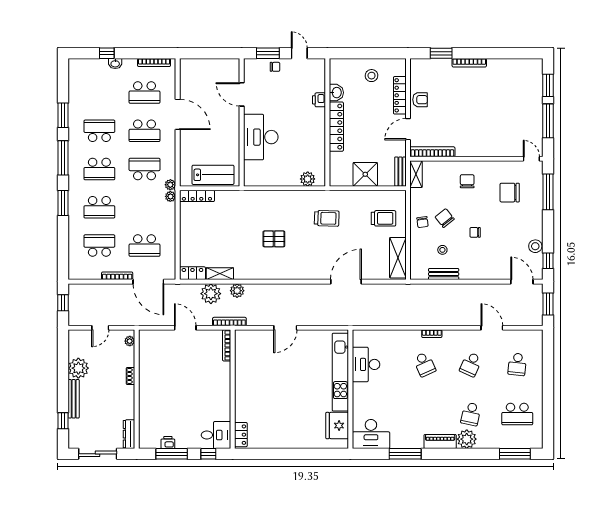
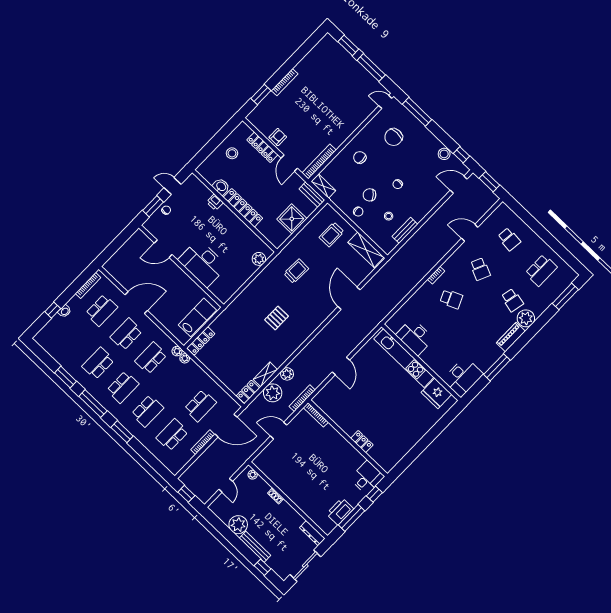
school desk: (145, 131) -> (126, 334), turned 180
trolley: (383, 218) -> (332, 235), turned 180
locker: (241, 435) -> (362, 442), moved
printer: (168, 442) -> (340, 511), width x1.87, depth x1.48

